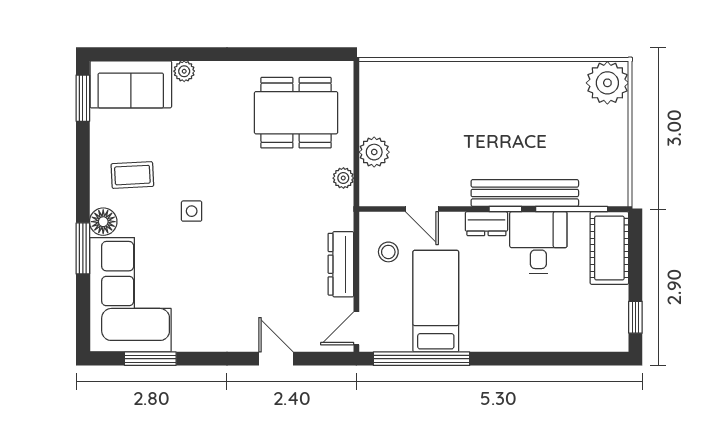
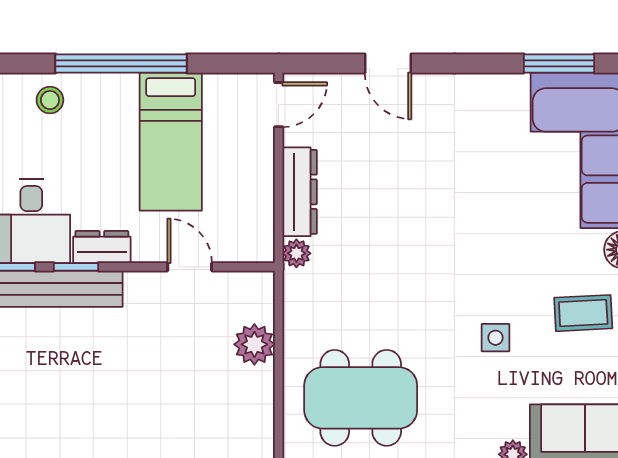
plant: (343, 178) -> (296, 253), moved
side table: (192, 211) -> (496, 338), moved
stool: (388, 252) -> (50, 100), moved
window: (422, 359) -> (121, 63), moved

